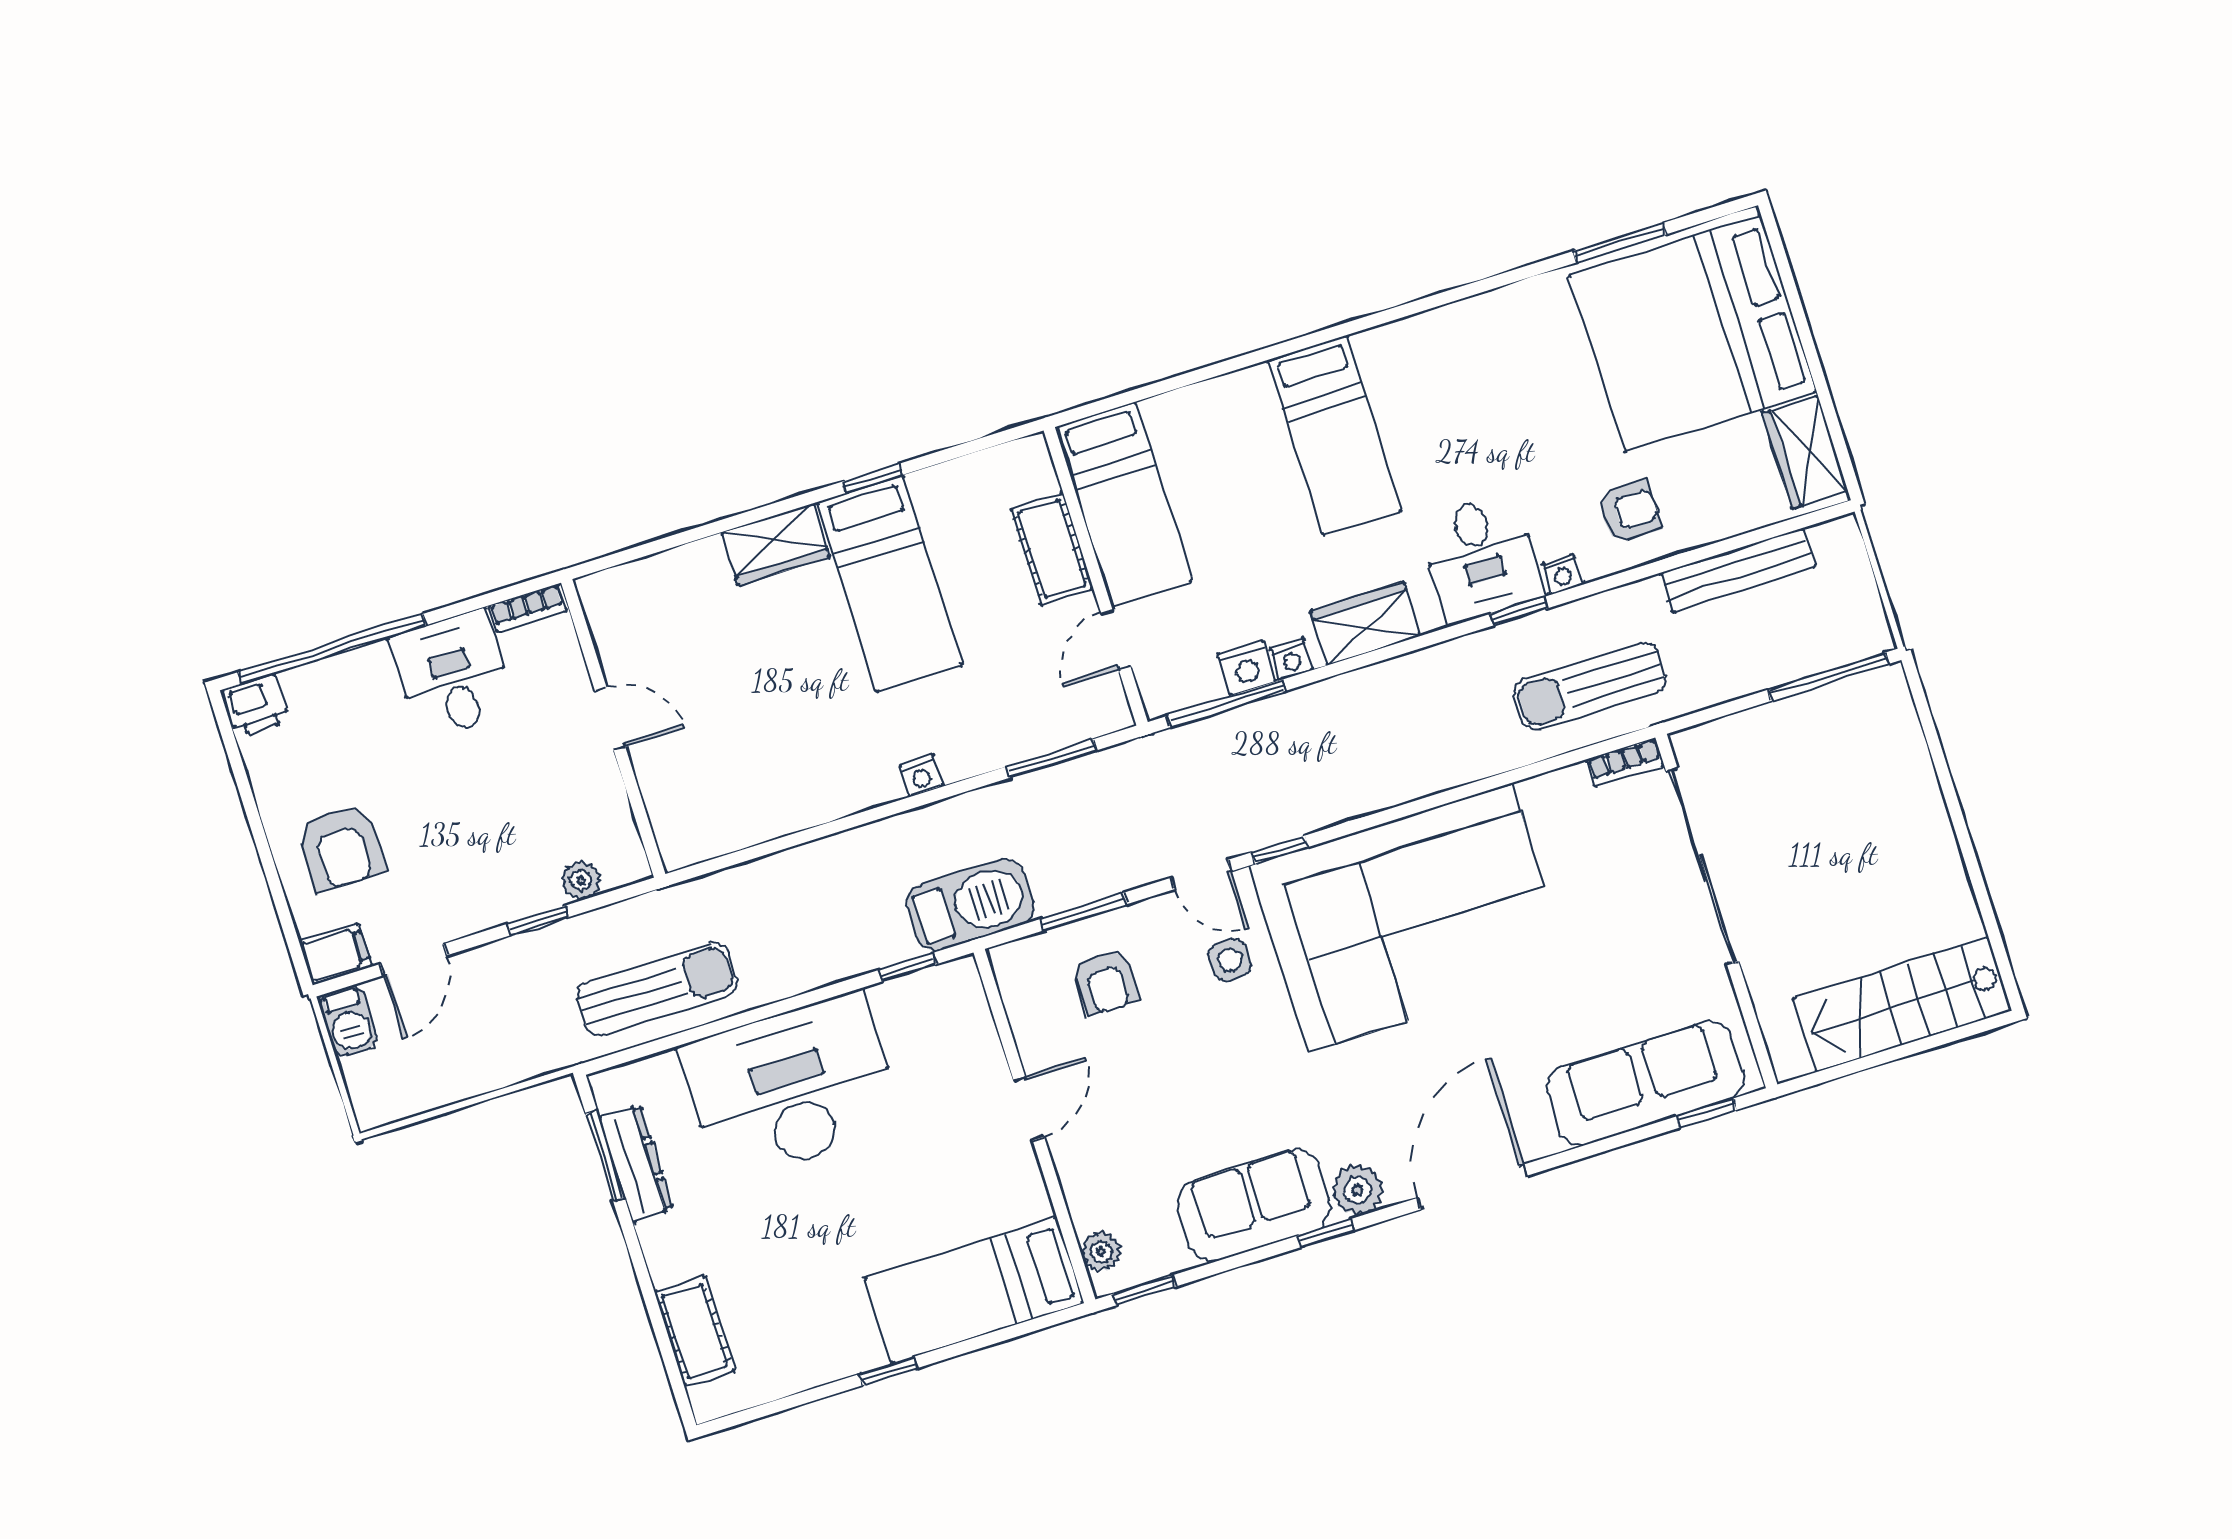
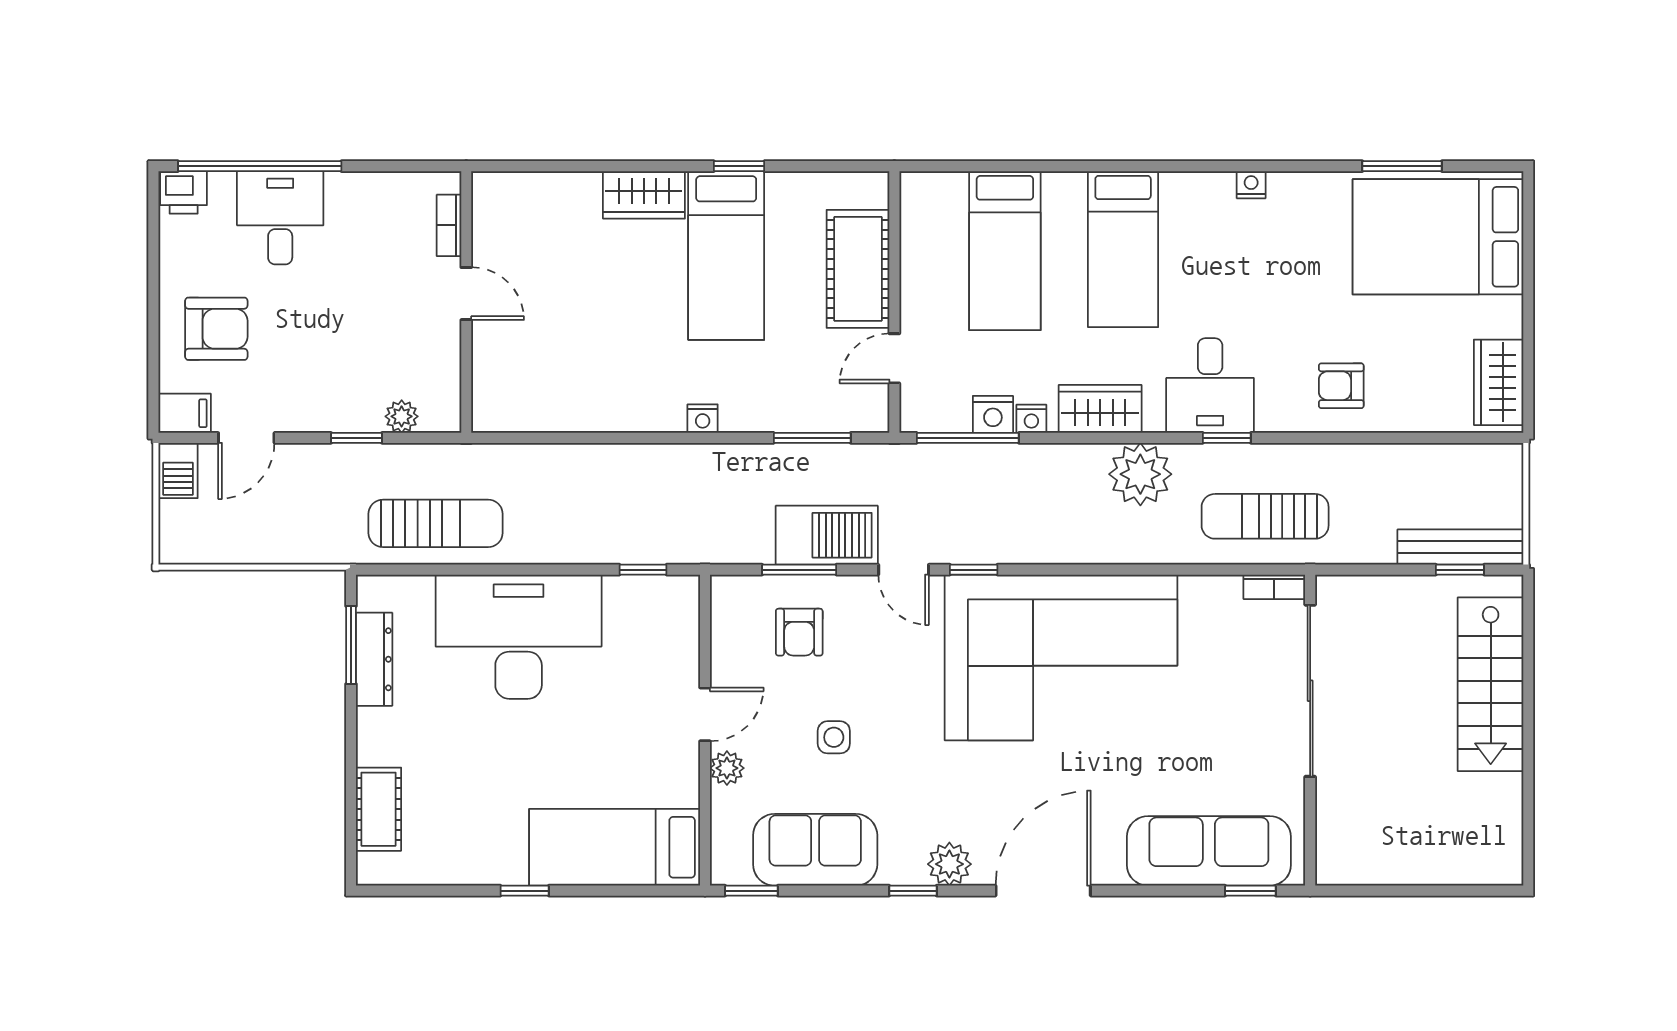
bed: (1693, 333) -> (1438, 237), width x0.73
bed: (1123, 504) -> (1005, 251), moved
armchair: (1629, 512) -> (1341, 386), turned 180
cot: (1052, 549) -> (858, 269), width x1.37, depth x1.34
bench: (1738, 570) -> (1460, 547), moved
nightstand: (1563, 574) -> (1251, 185), moved, turned 180
bookcase: (528, 608) -> (449, 225), moved, turned 90
desk: (453, 675) -> (280, 218), moved
window: (1828, 677) -> (1460, 570), width x0.46
plant: (1434, 683) -> (1140, 474), added
armchair: (341, 847) -> (216, 329), turned -90
barbecue: (970, 905) -> (827, 535), moved
side table: (1230, 960) -> (834, 737), moved
stairs: (1902, 1005) -> (1491, 684), moved, turned -90
sofa: (1254, 1205) -> (815, 850), moved
plant: (1101, 1252) -> (727, 768), moved

